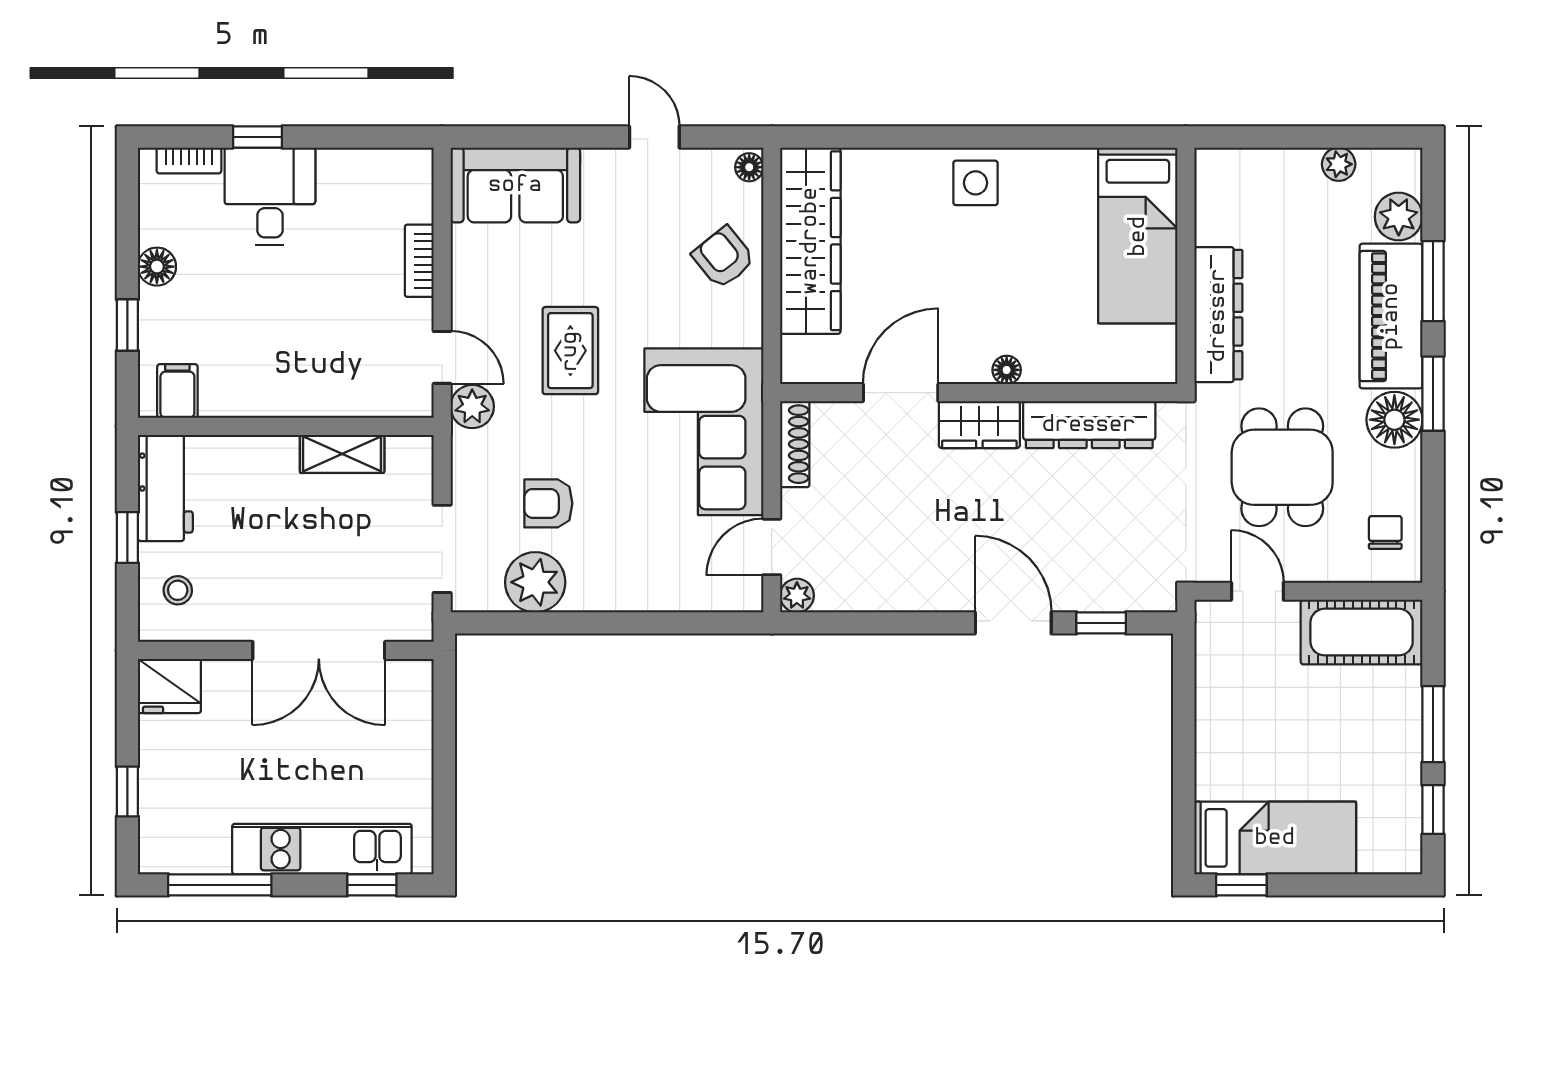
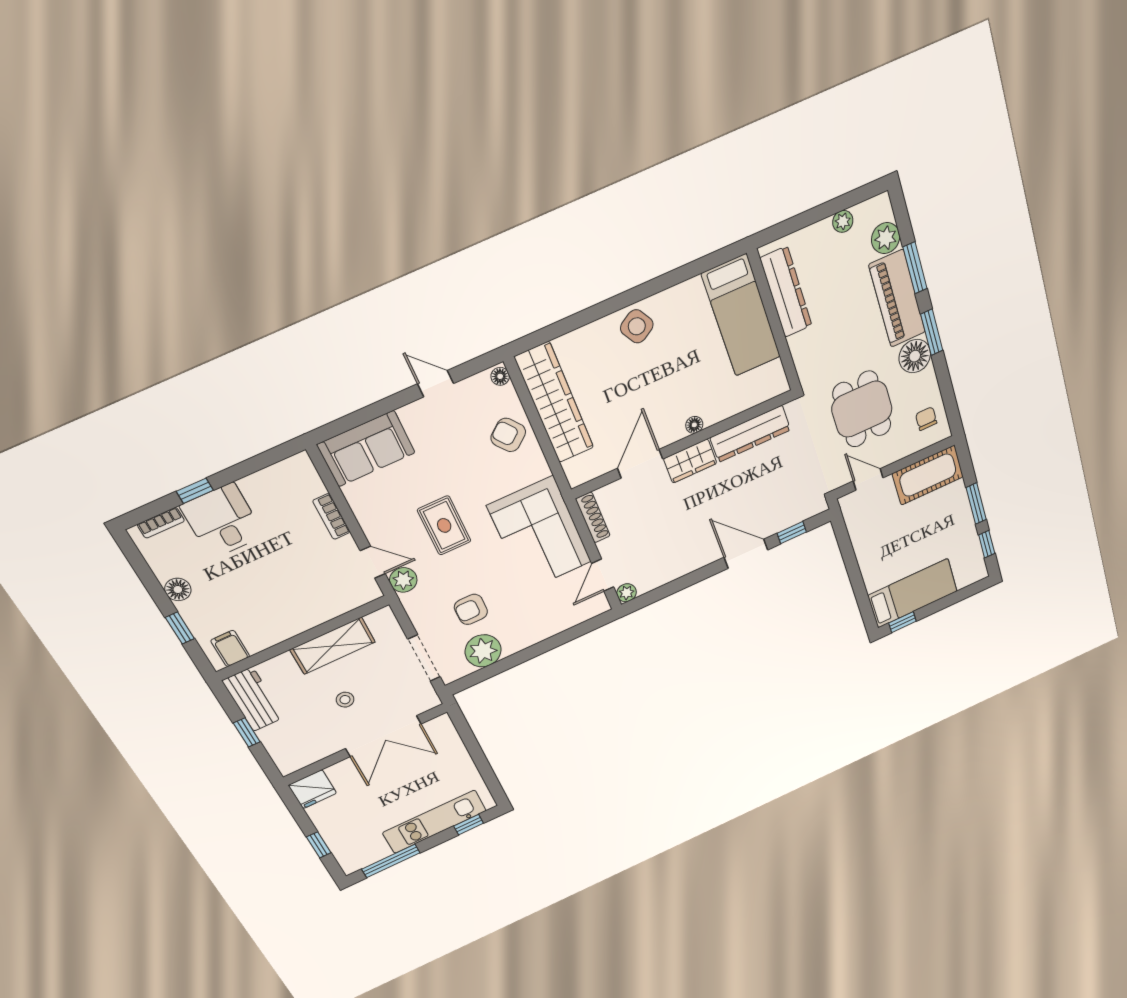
side table: (976, 183) -> (637, 326), turned -31
dresser: (1218, 315) -> (786, 292), moved
shelving: (342, 454) -> (333, 646), width x1.50, depth x1.33
stool: (178, 590) -> (345, 700), moved

